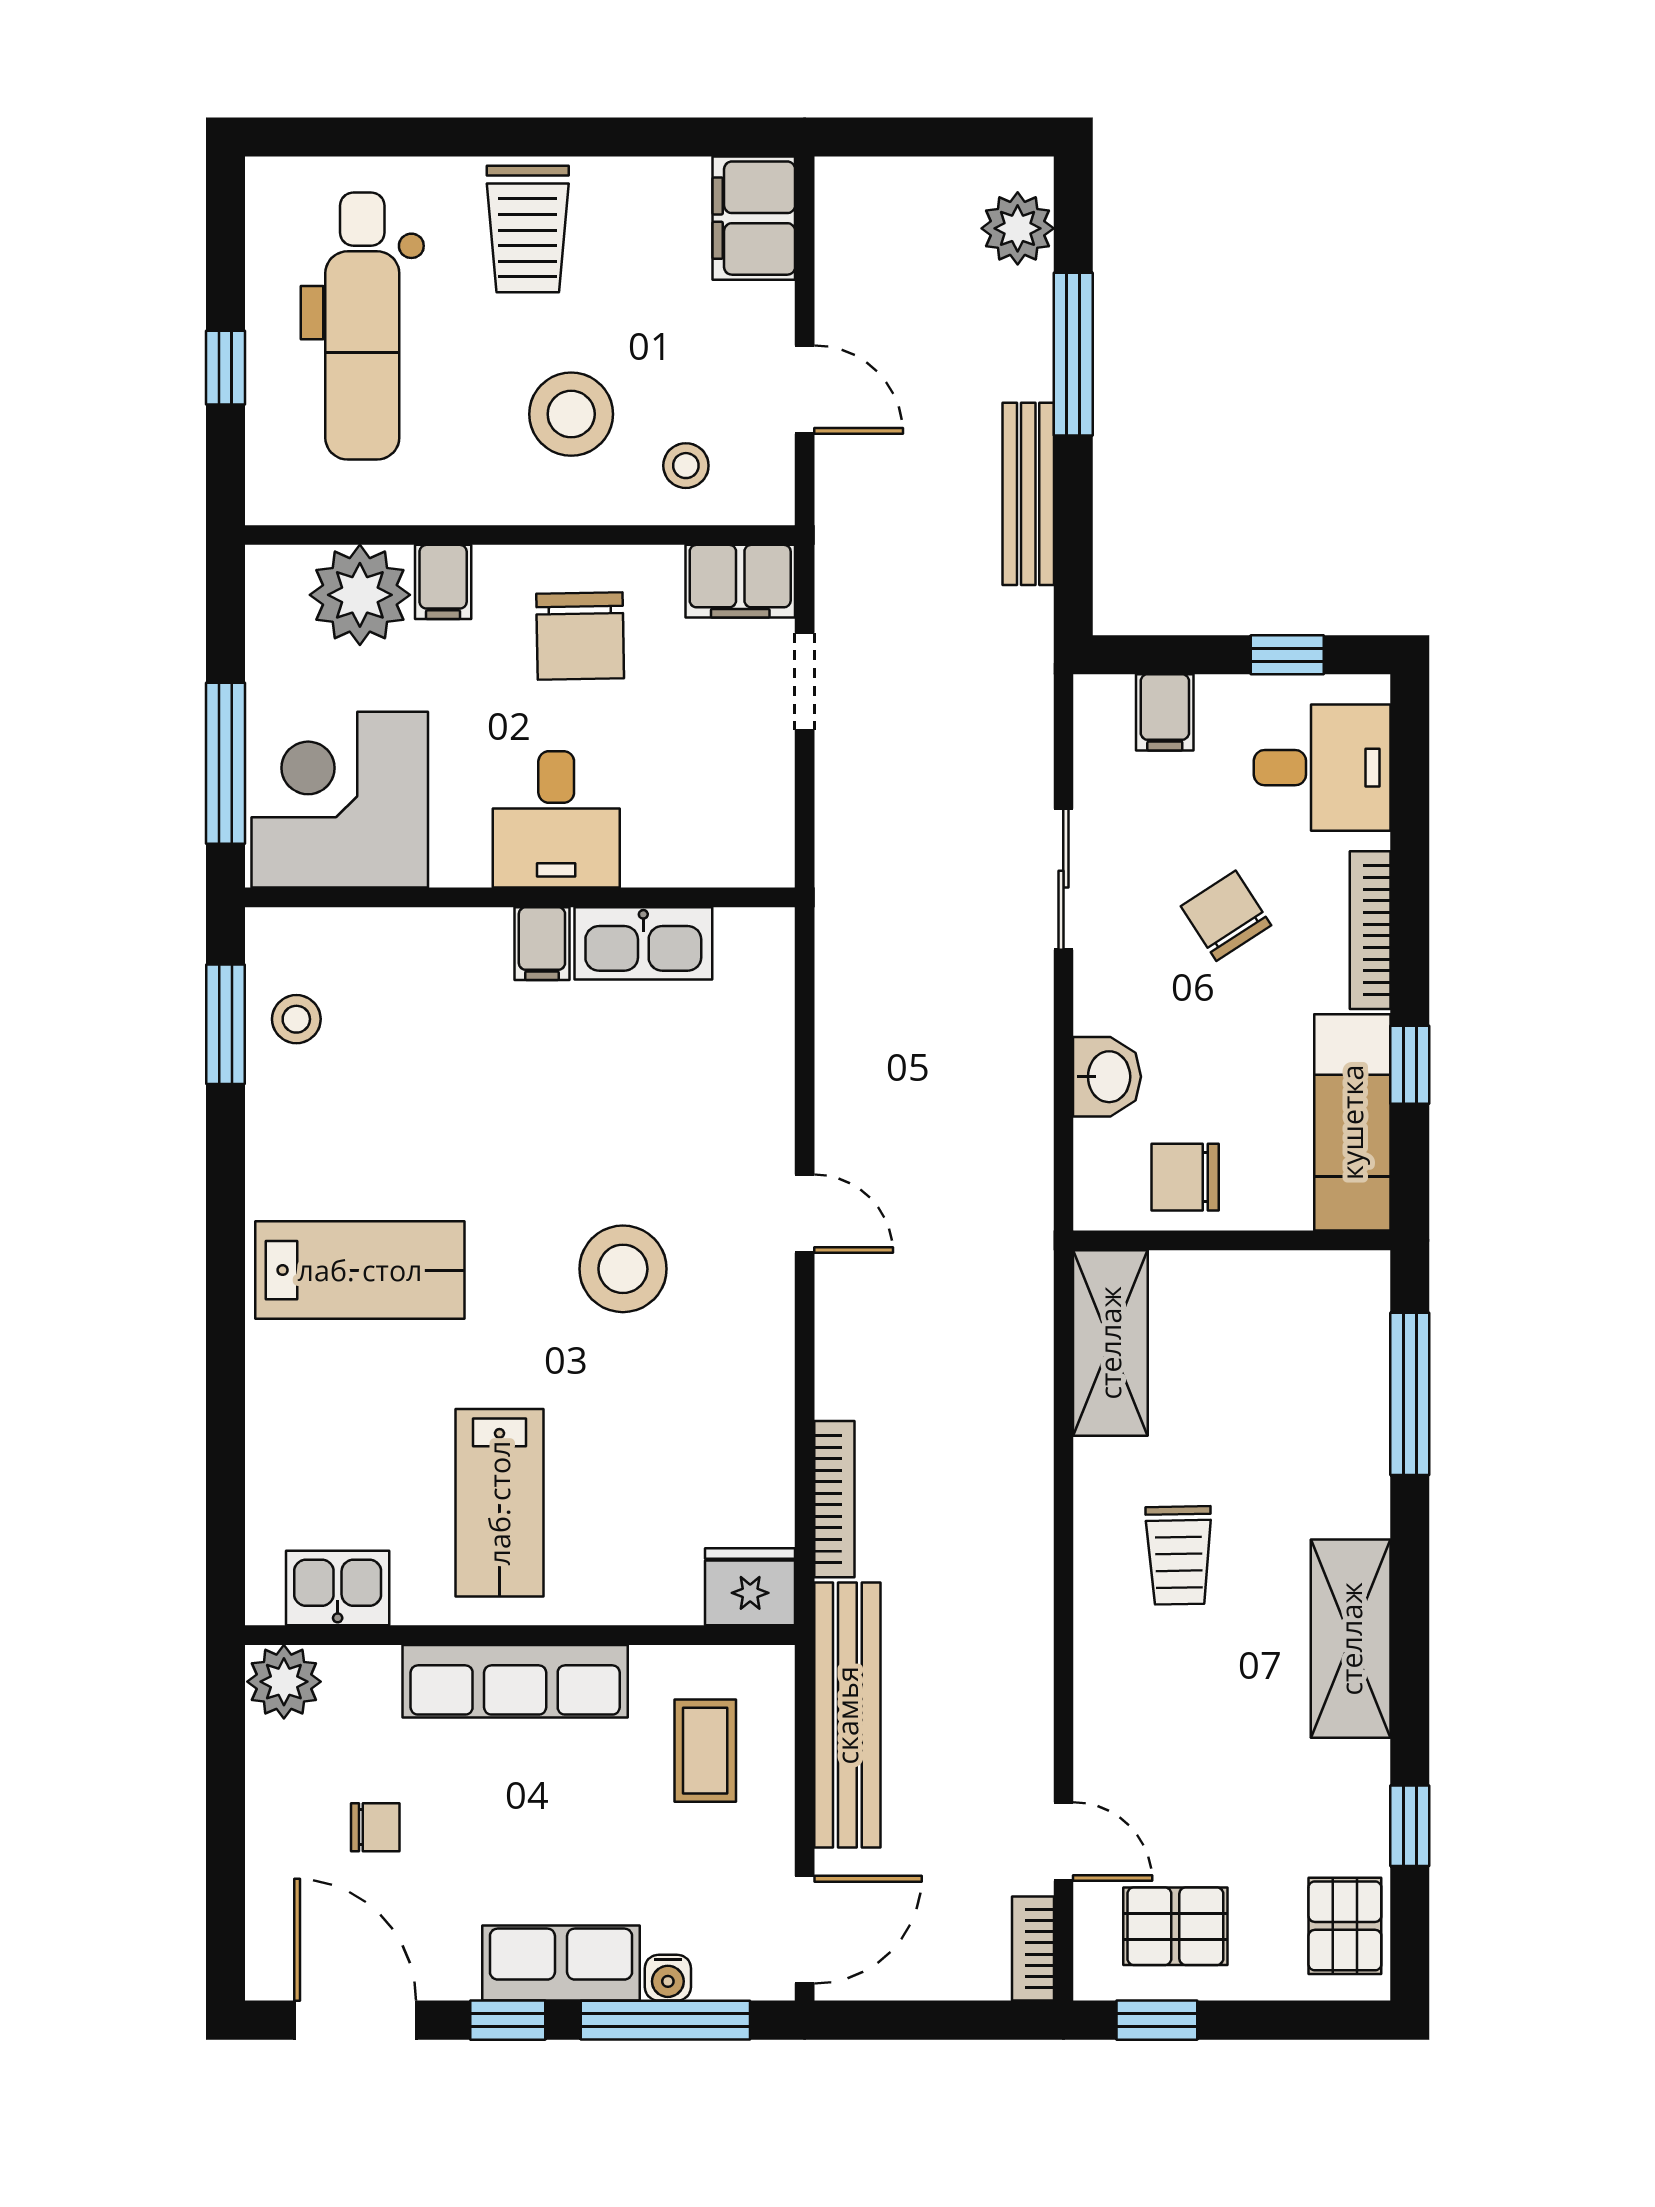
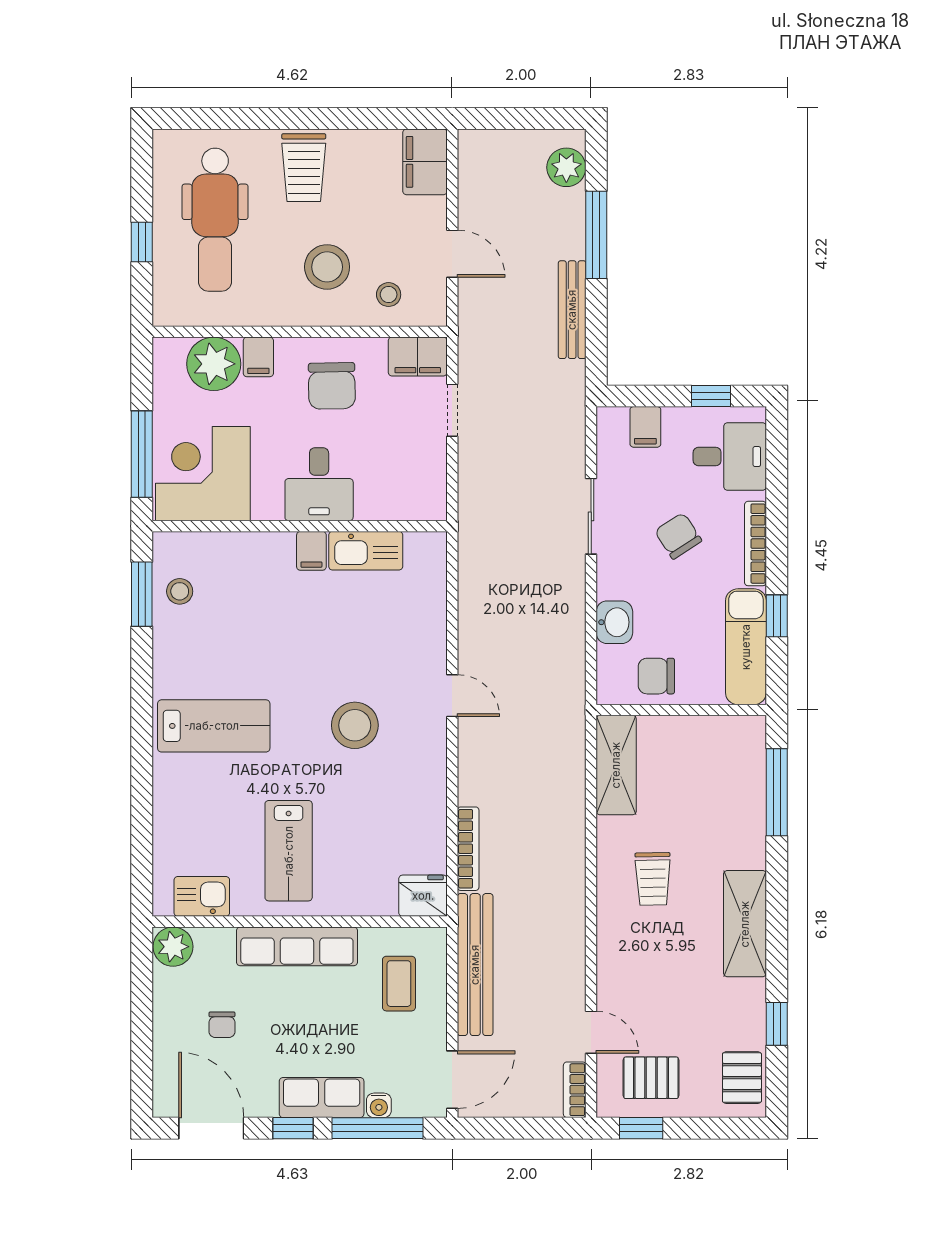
chair: (375, 1827) -> (222, 1025), turned 90

